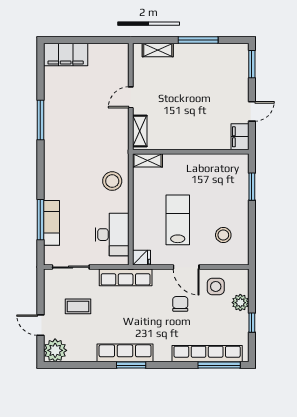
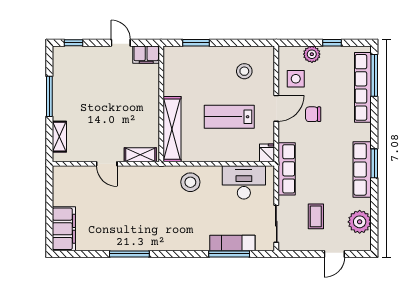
window: (252, 64) -> (74, 43), width x0.67
shelving: (147, 160) -> (172, 129), width x2.20, depth x1.33
plant: (55, 350) -> (360, 222), moved

